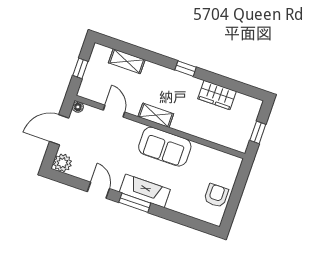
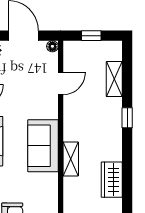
window: (186, 69) -> (127, 118), moved
shelving: (156, 115) -> (71, 159), moved

